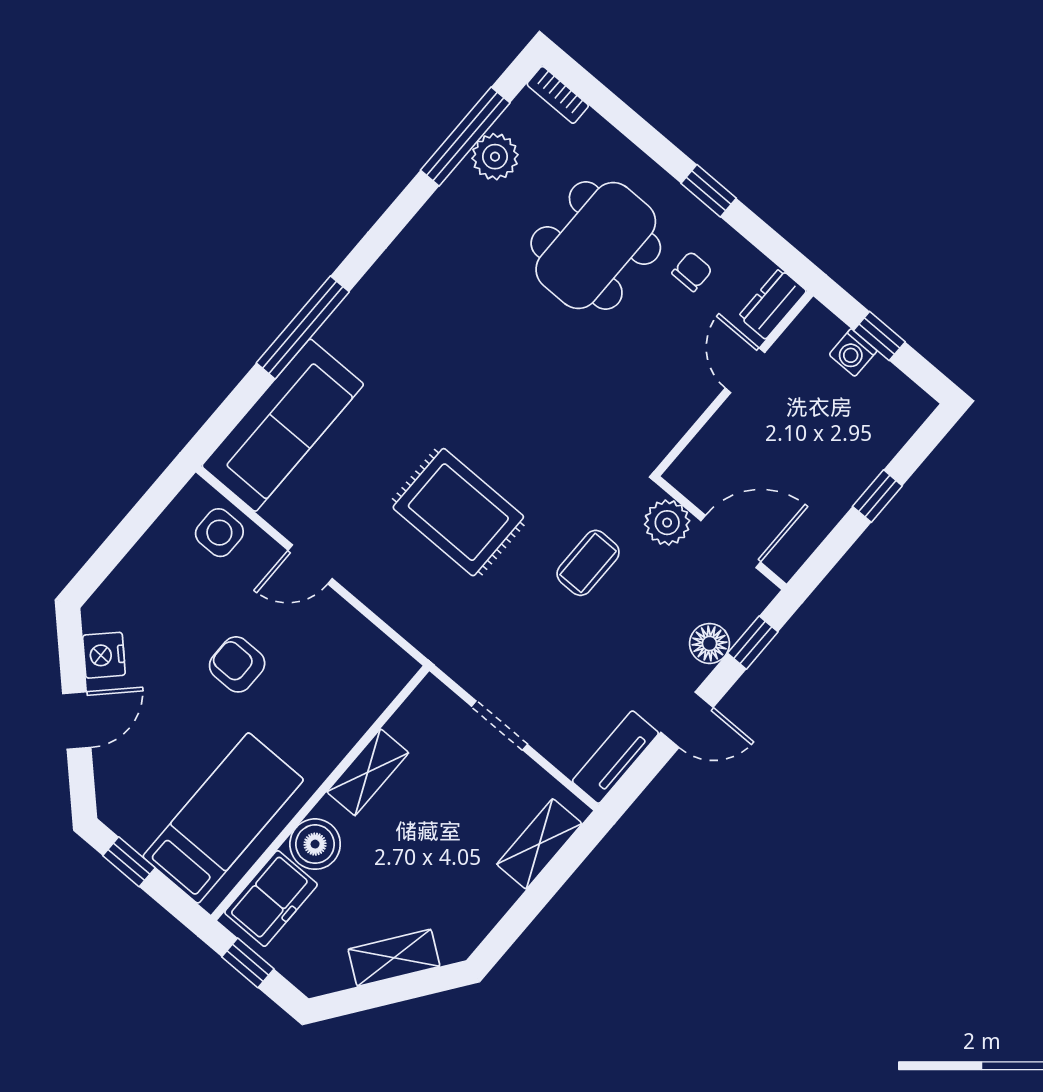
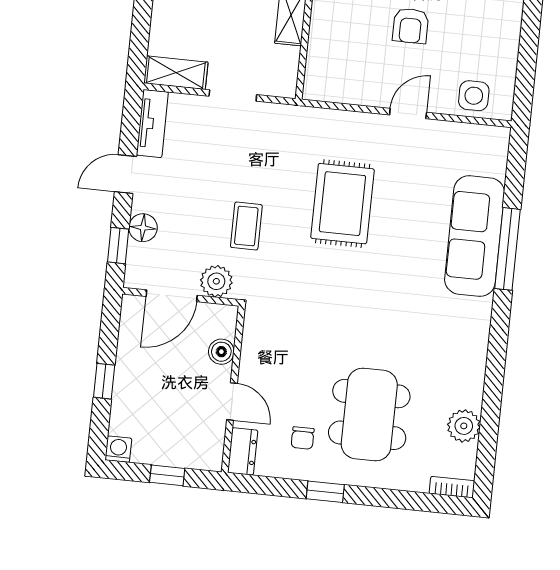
window: (465, 137) -> (489, 426), removed
washing machine: (853, 353) -> (118, 449), moved
sofa: (283, 425) -> (475, 236), moved
boiler: (718, 437) -> (221, 352), added
rug: (458, 512) -> (342, 204), turned 90
armchair: (237, 664) -> (411, 26), turned 90
shelving: (539, 844) -> (176, 73), moved, turned 90

